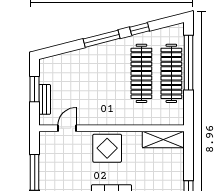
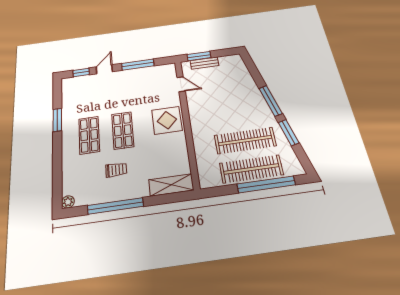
window: (140, 29) -> (289, 133), width x1.50
window: (35, 89) -> (199, 56), moved
shelving: (163, 139) -> (171, 185), moved, turned 90

